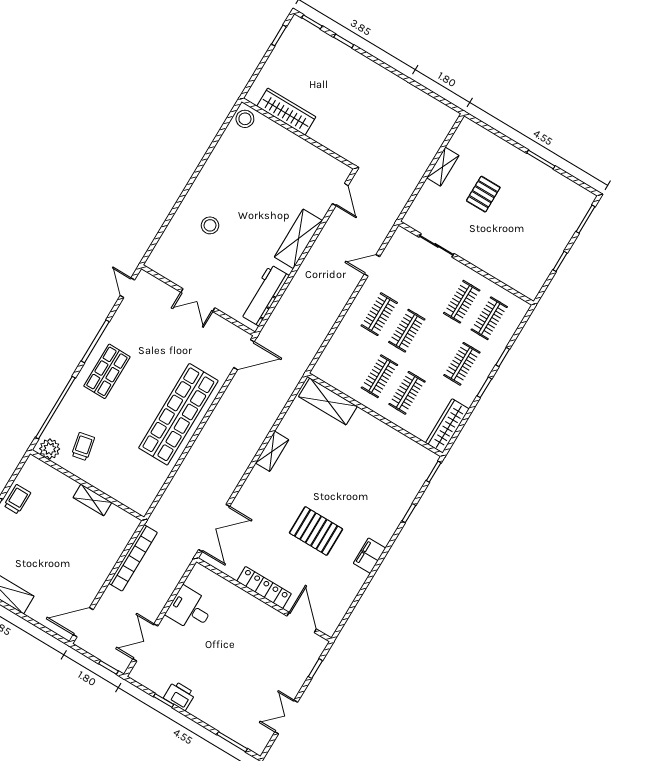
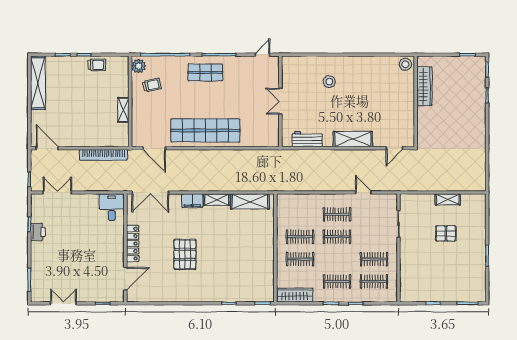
workbench: (265, 295) -> (307, 139), width x0.73
door: (244, 355) -> (154, 148), moved
shelving: (328, 401) -> (250, 201), moved, turned 90
filing cabinet: (369, 556) -> (192, 201), moved, turned 180
desk: (190, 609) -> (112, 207), moved

